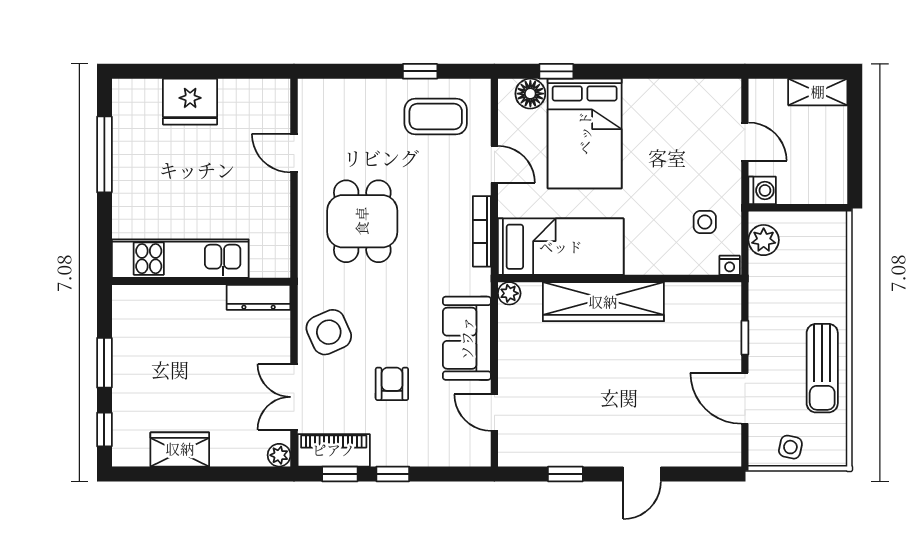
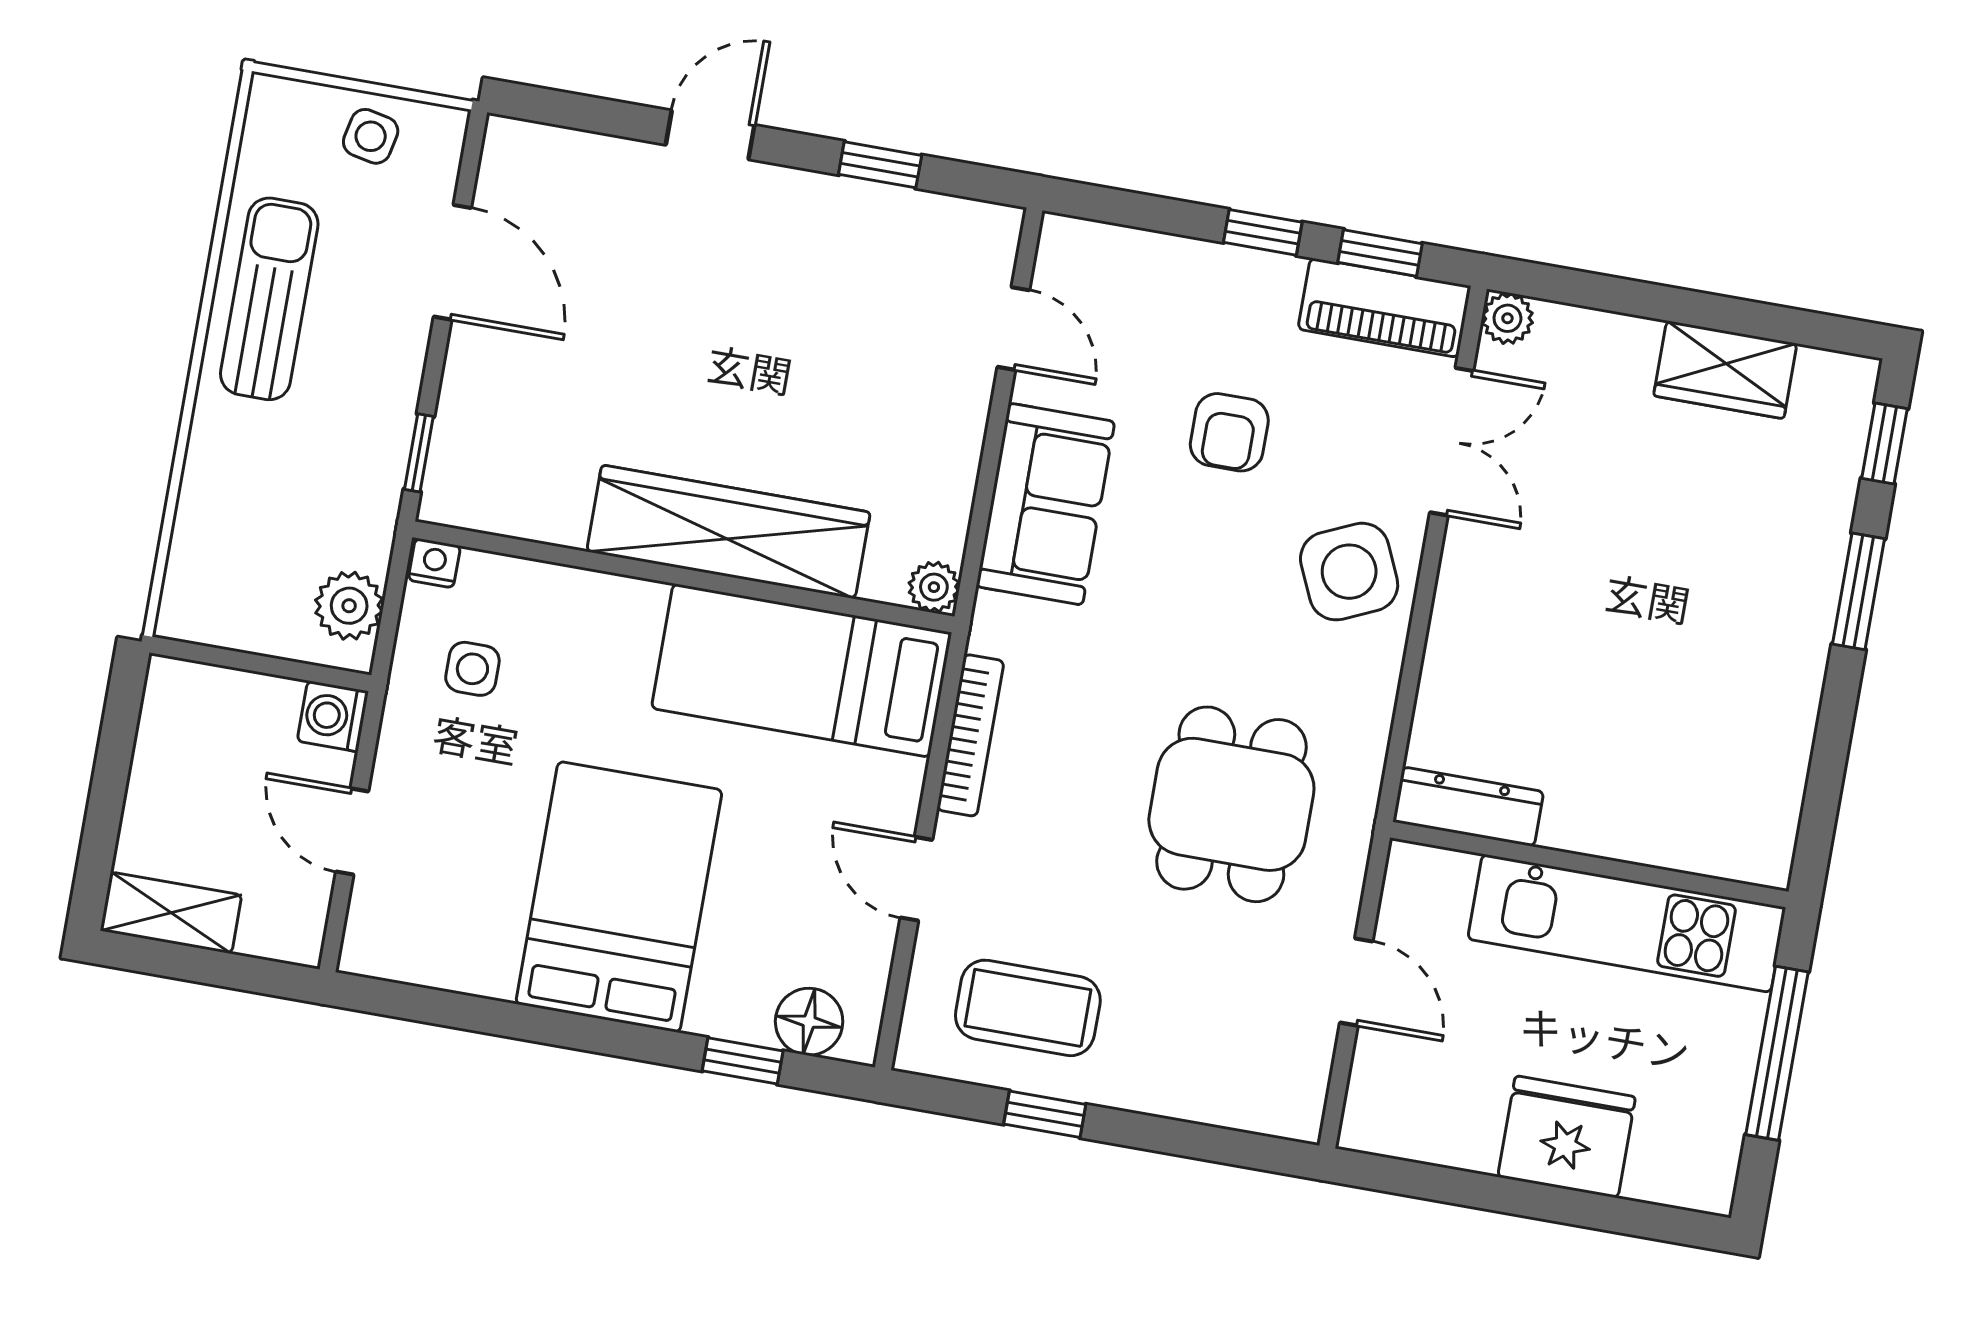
bed: (585, 133) -> (619, 897), moved
kitchen unit: (180, 259) -> (1627, 923), moved
wall: (201, 281) -> (1589, 865), moved
dresser: (259, 297) -> (1468, 807), moved
window: (745, 338) -> (419, 453), moved

